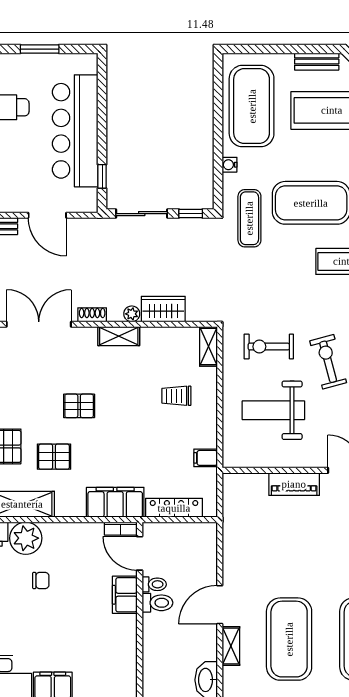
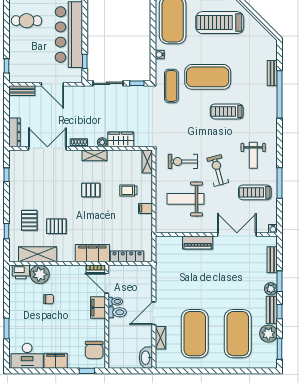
pallet: (79, 406) -> (91, 190), moved
filing cabinet: (206, 458) -> (146, 208), moved
chair: (118, 667) -> (94, 350), added

